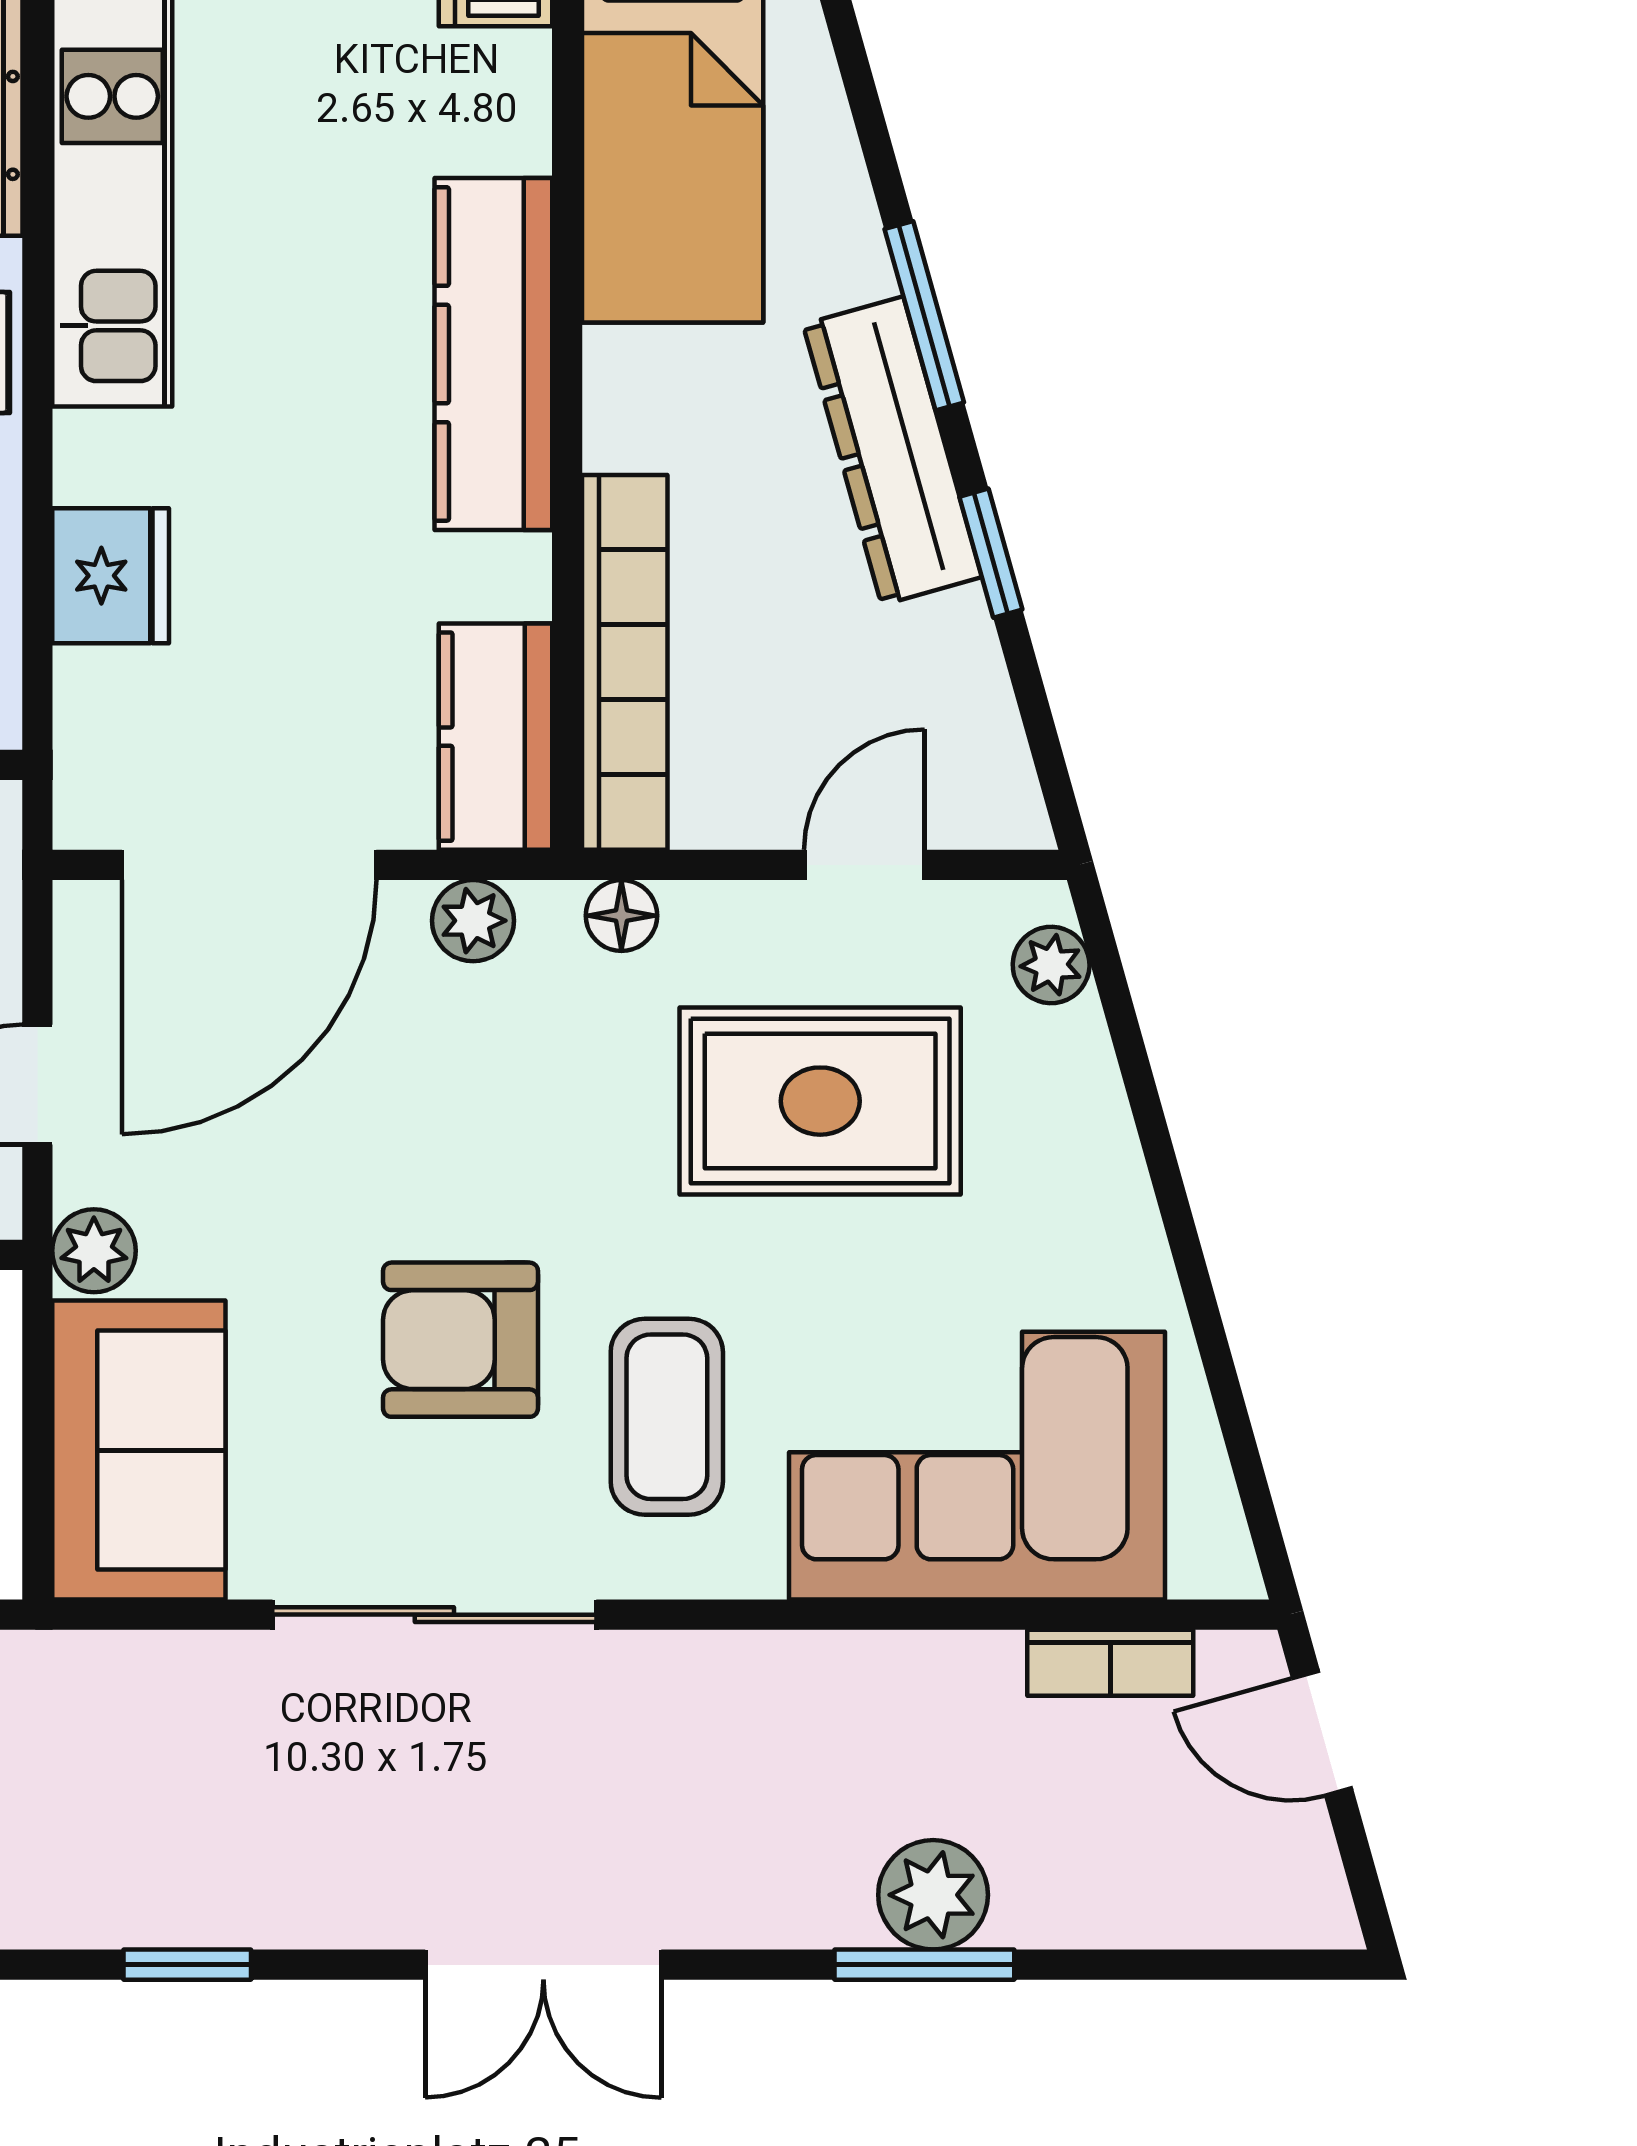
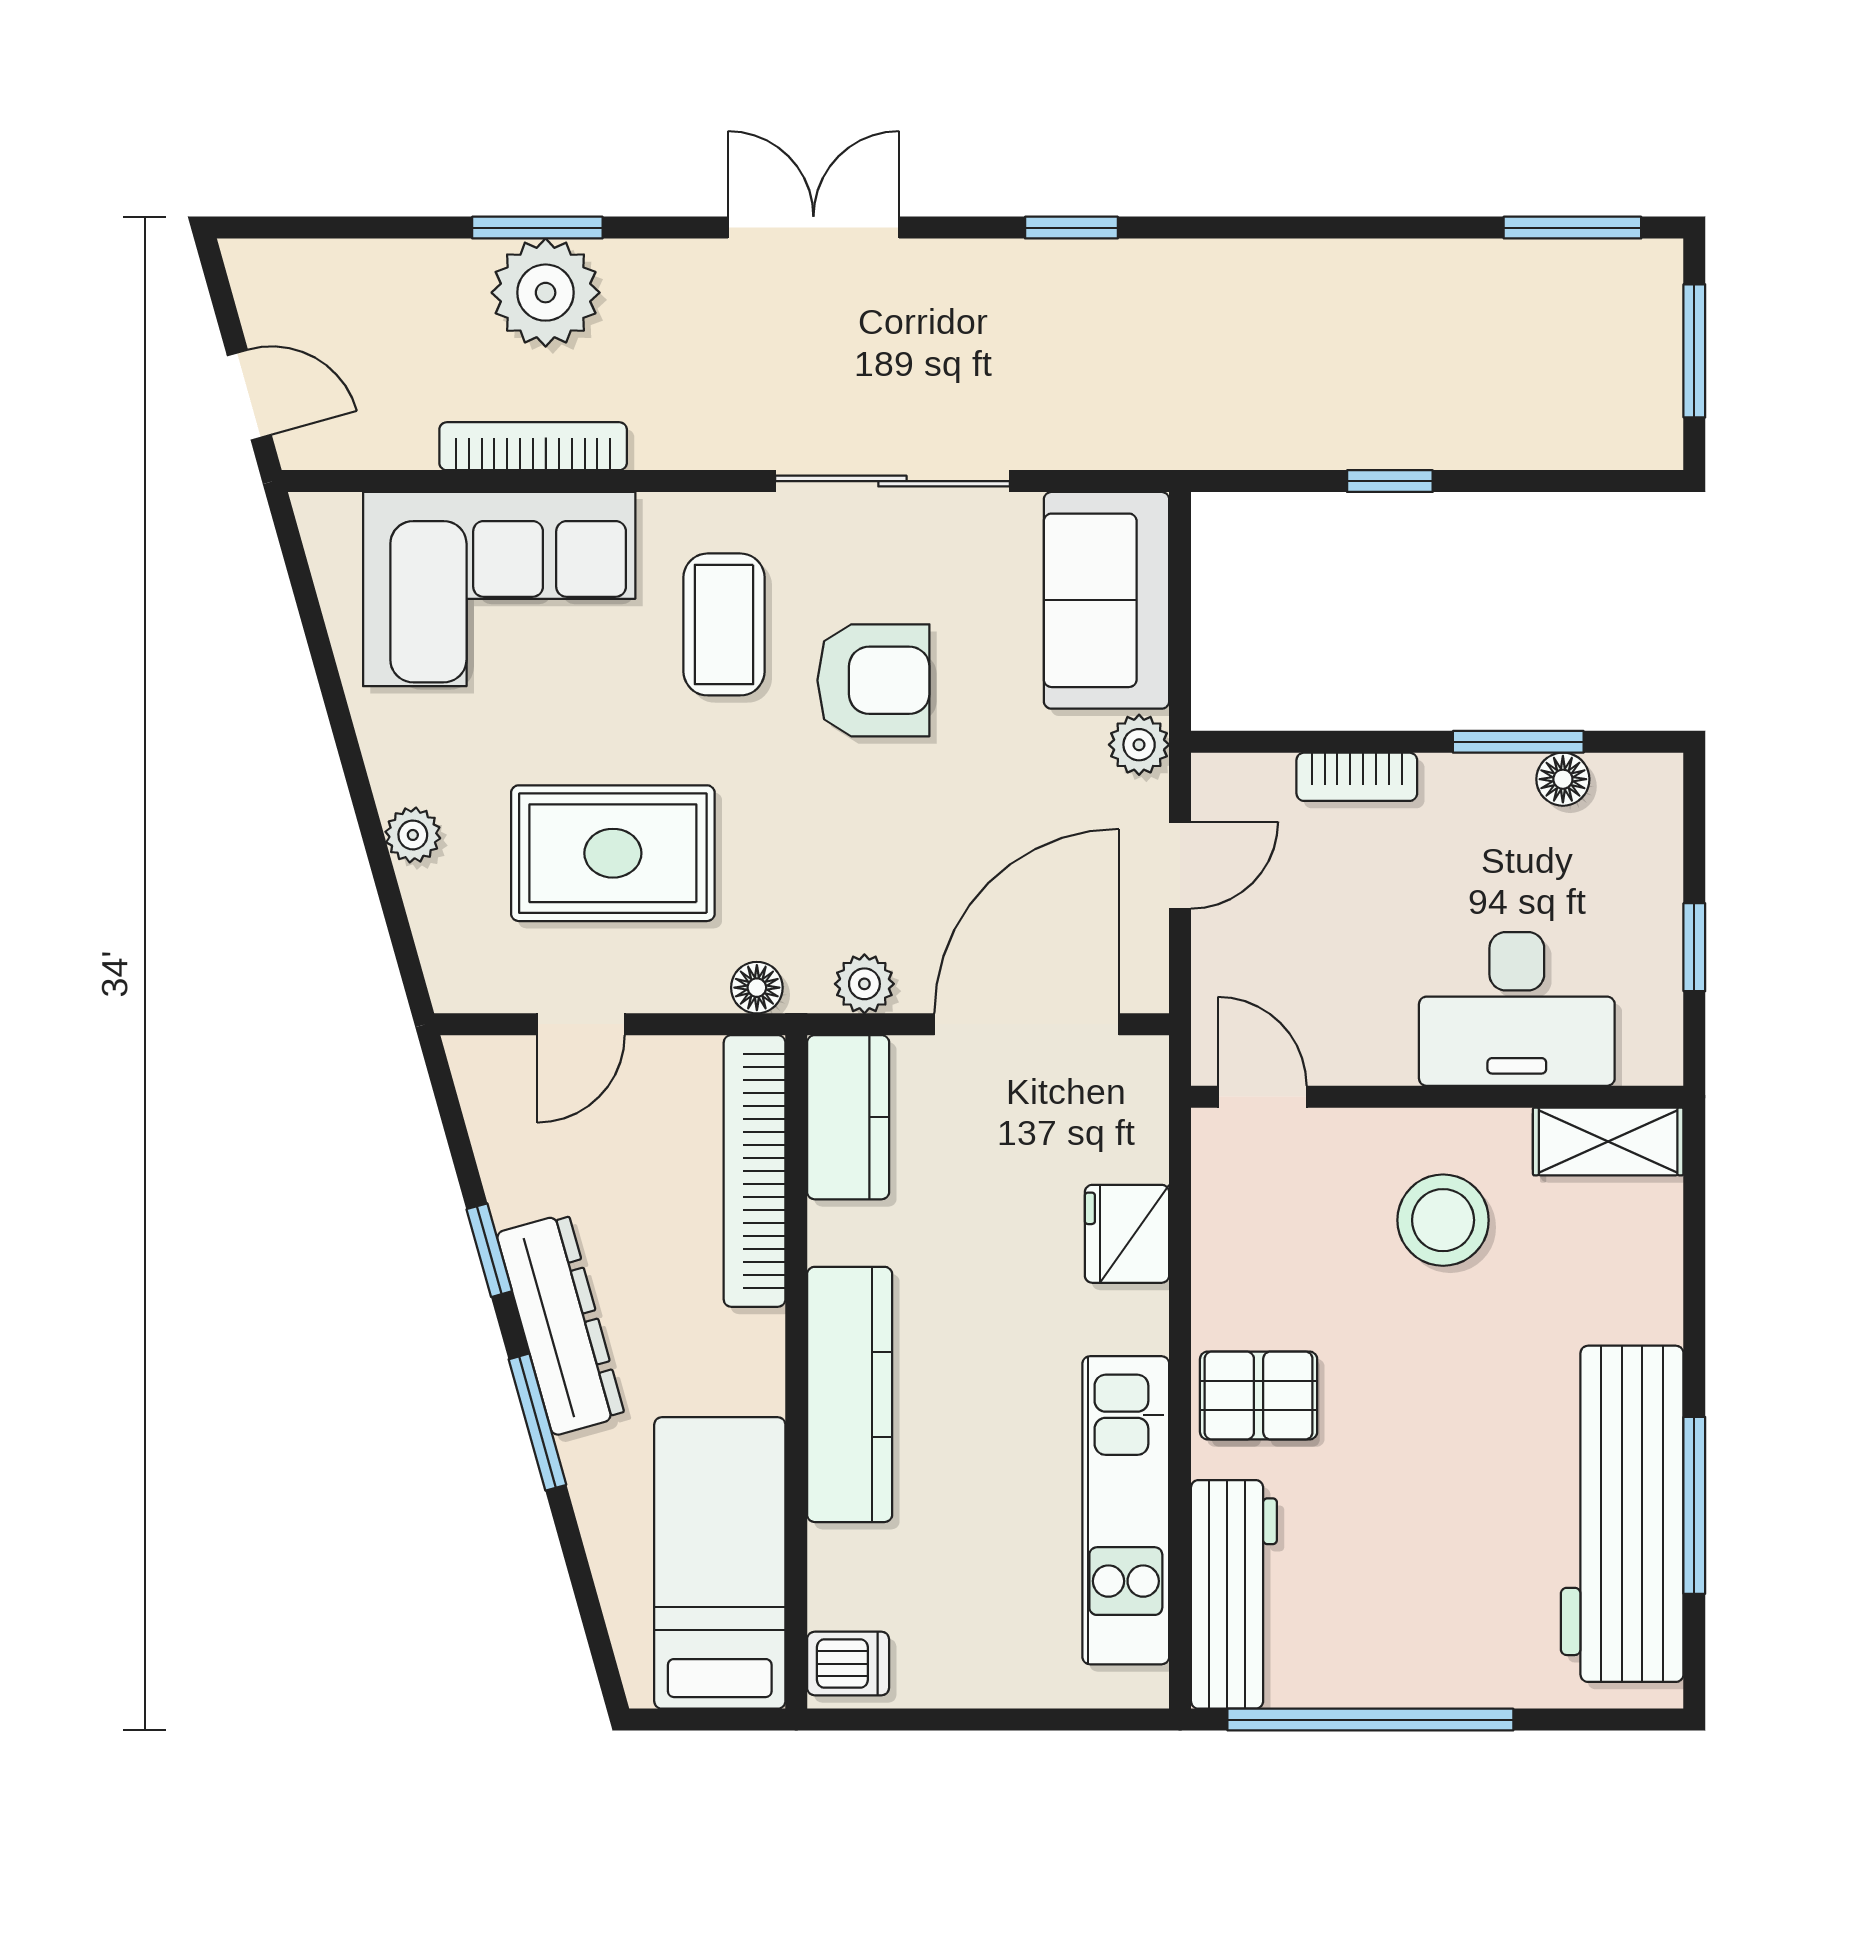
plant: (1051, 965) -> (413, 835), moved
bookcase: (1110, 1663) -> (533, 446), moved, width x1.56
plant: (933, 1895) -> (546, 293), width x1.36, depth x1.36

